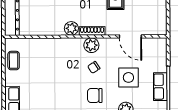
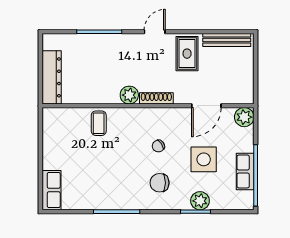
door: (130, 36) -> (206, 106), hinge flipped
plant: (91, 45) -> (244, 117), moved
coffee table: (14, 61) -> (99, 123), moved

